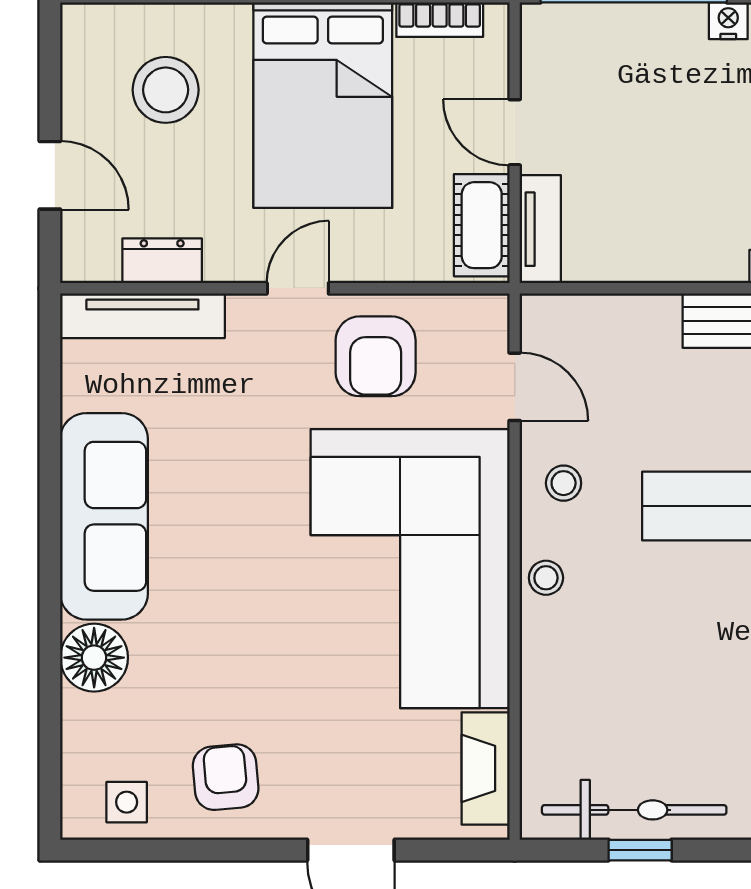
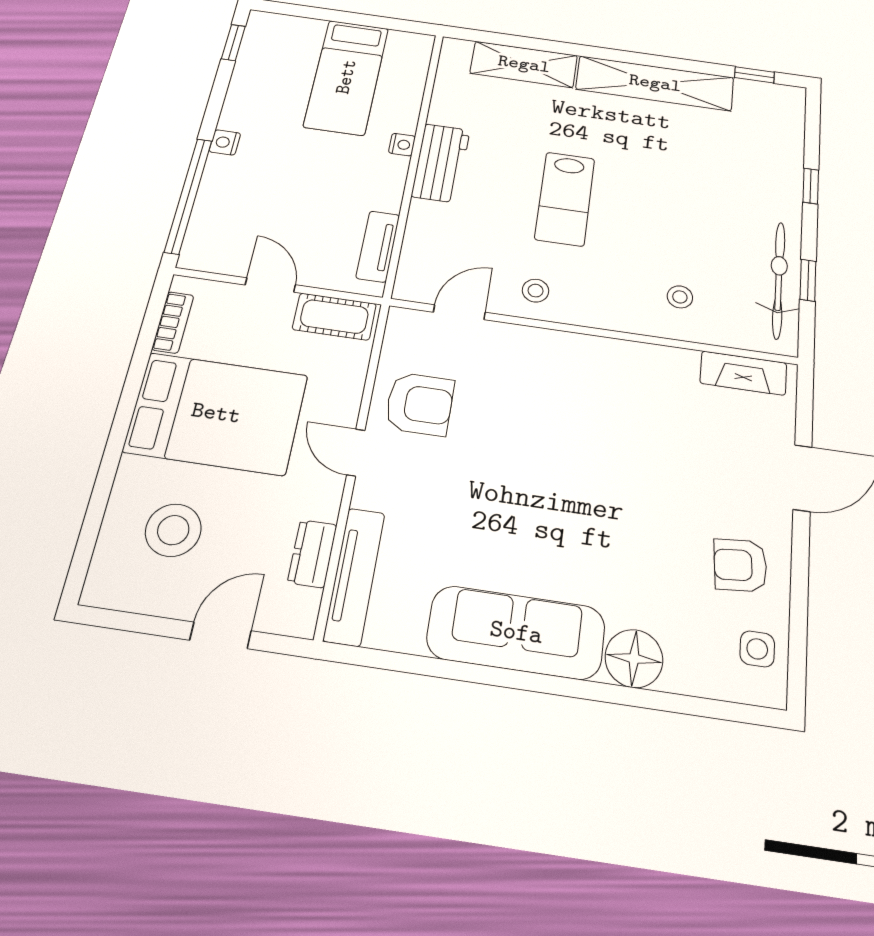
door: (515, 132) -> (270, 285), swing flipped
tv unit: (540, 229) -> (378, 246), moved, turned -90
corner sofa: (410, 569) -> (587, 403), removed
stool: (546, 578) -> (680, 297), moved

